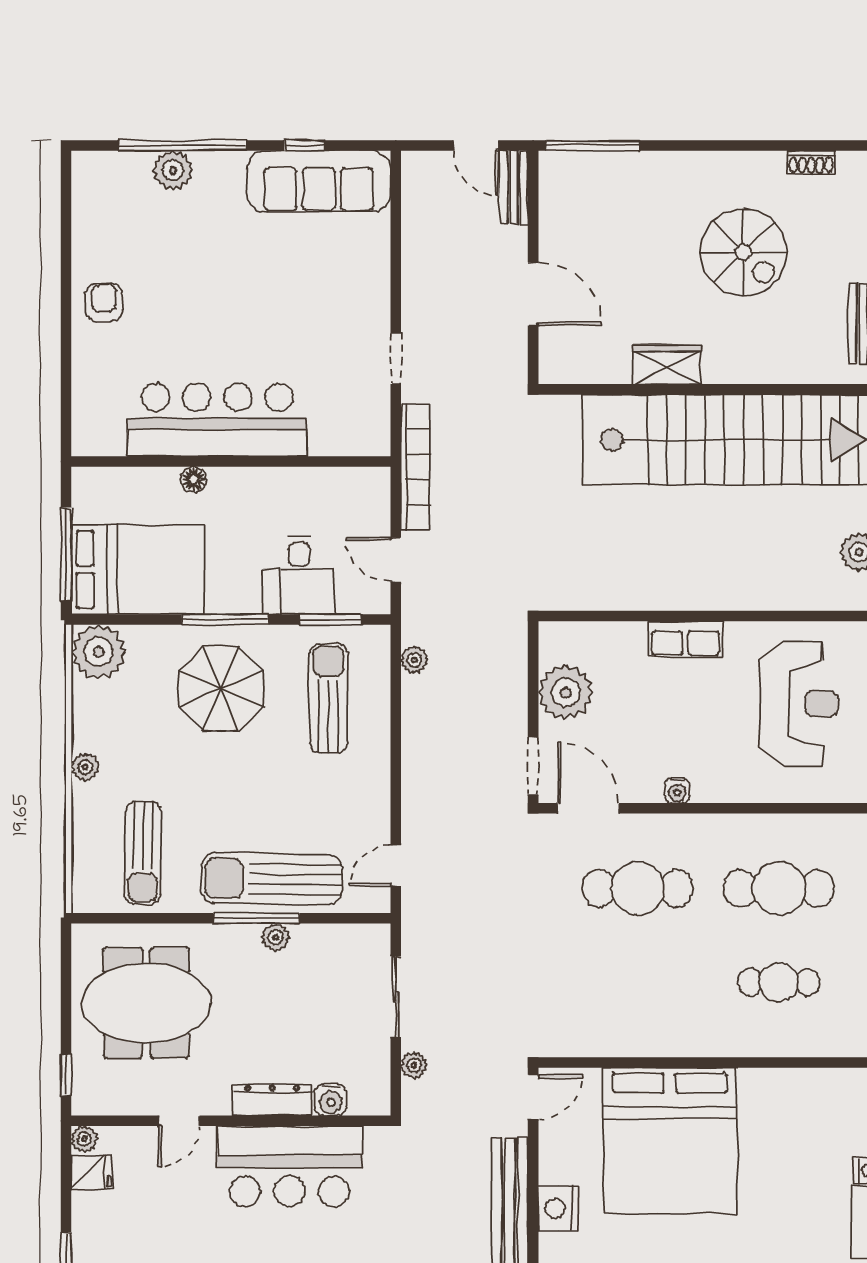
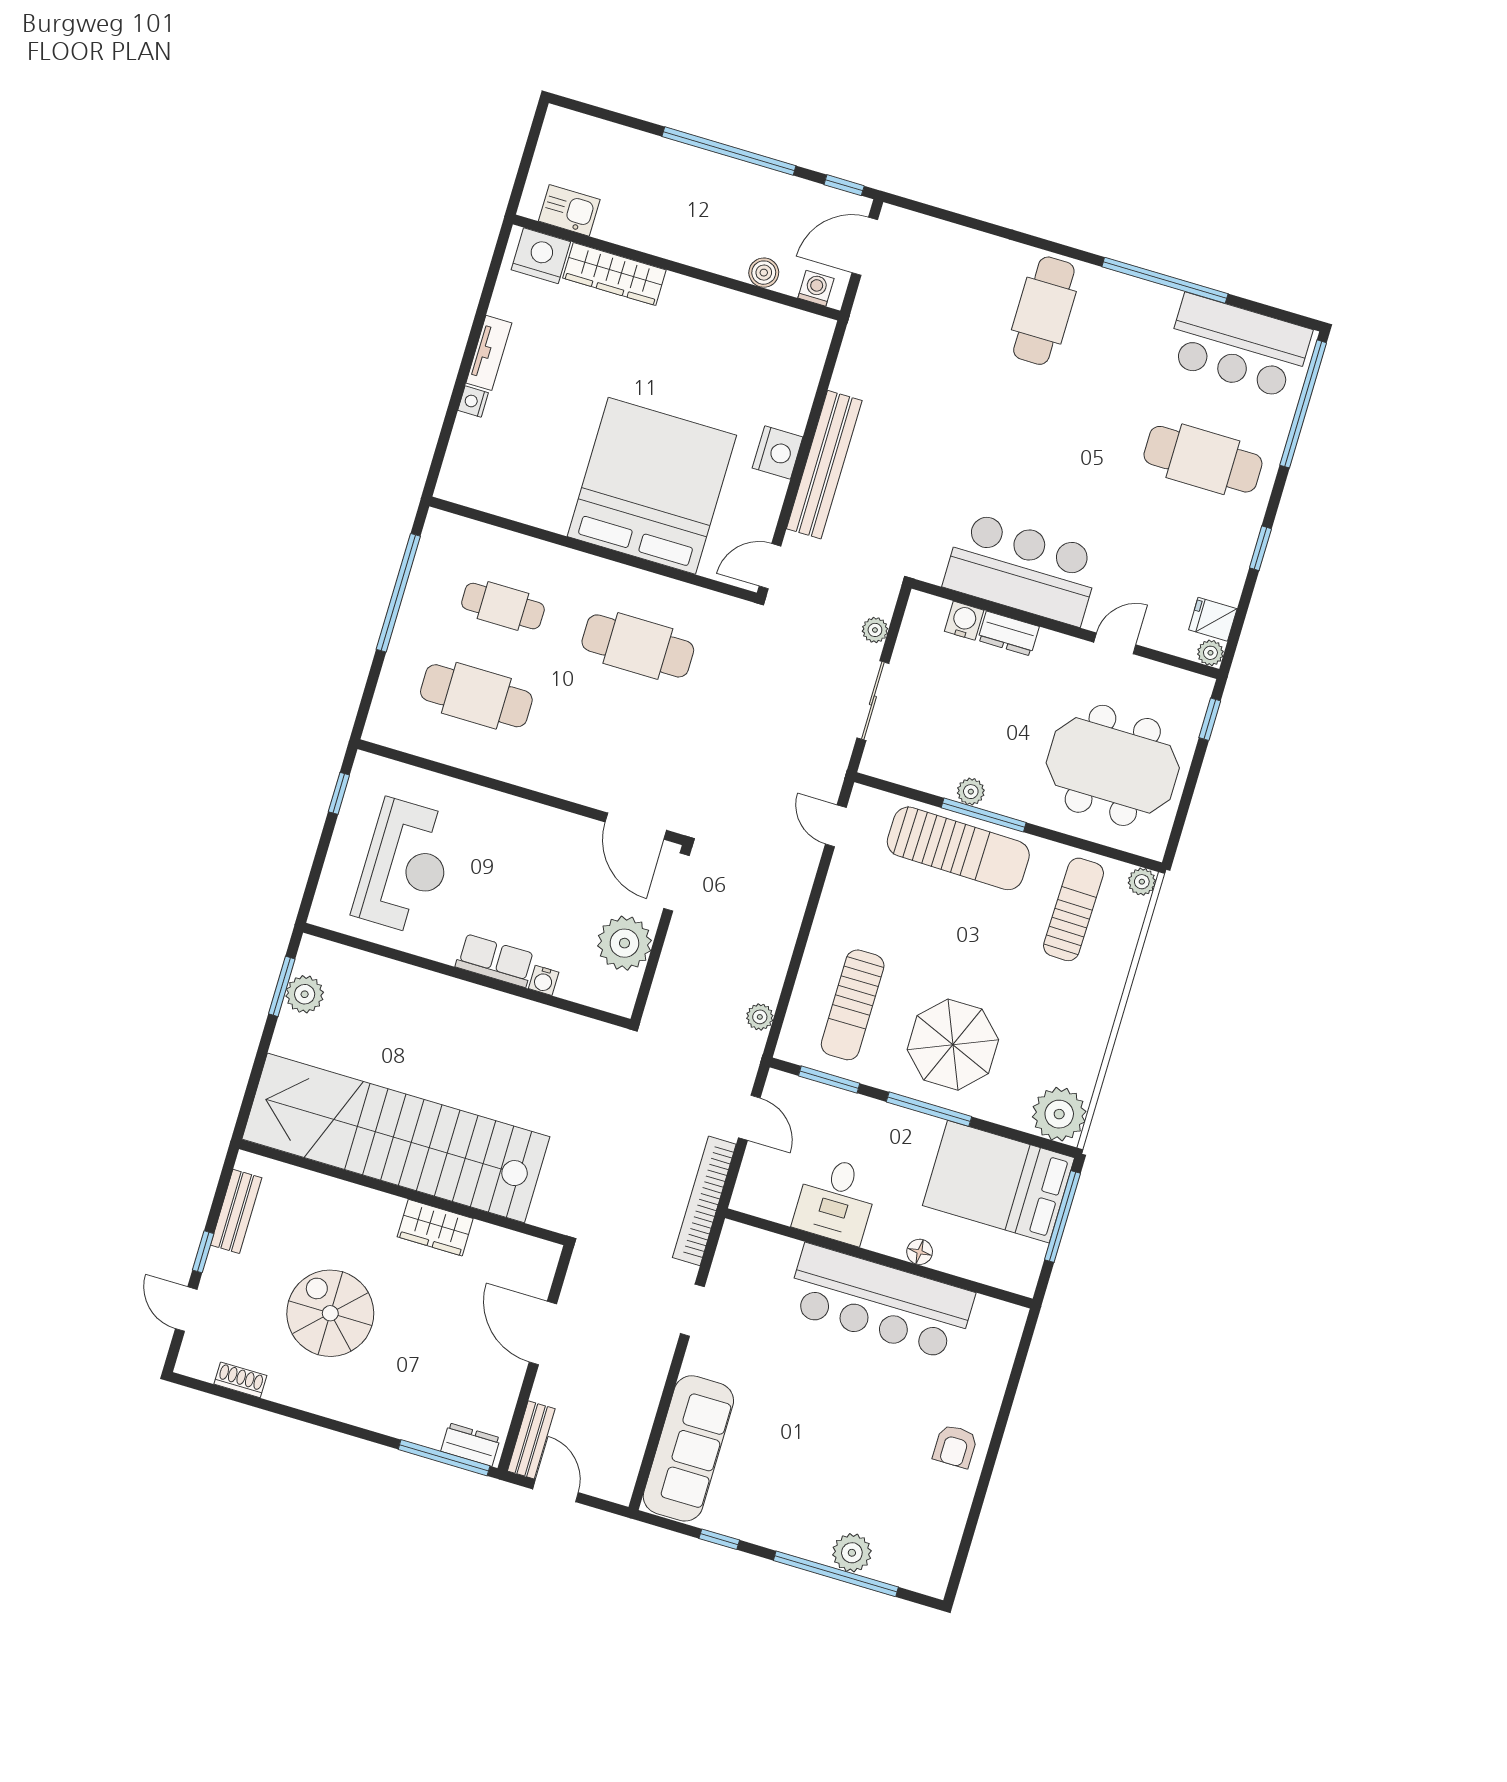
dresser: (571, 166) -> (470, 1445), added
sofa: (319, 181) -> (688, 1448), moved, turned 90
desk: (299, 575) -> (836, 1200), moved, turned 180
reception desk: (799, 704) -> (405, 866), turned 180
plant: (85, 767) -> (1142, 882), moved
water cooler: (677, 791) -> (544, 980), moved, turned 180
door: (396, 866) -> (836, 826), swing flipped
cafe table: (638, 888) -> (638, 646), moved
dresser: (272, 1100) -> (1009, 634), width x0.70

